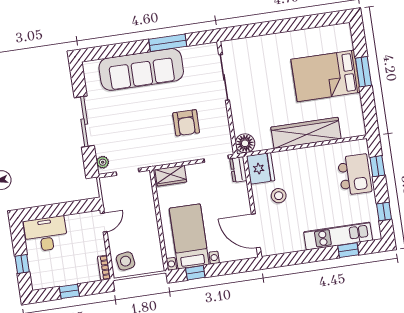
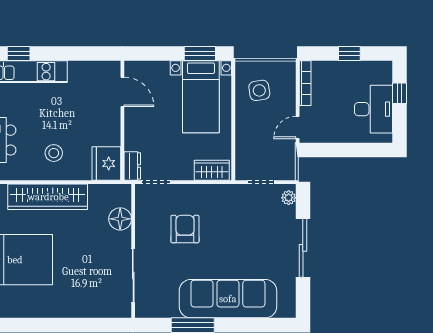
floor lamp: (245, 143) -> (120, 219), moved
stool: (279, 196) -> (54, 153), moved
door: (256, 231) -> (122, 92), width x0.73
desk: (46, 234) -> (373, 109), moved, turned -90
side table: (126, 261) -> (259, 90), moved
bookcase: (104, 268) -> (305, 83), width x1.56
window: (195, 273) -> (200, 53), width x1.50

